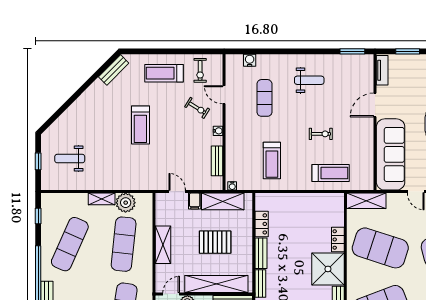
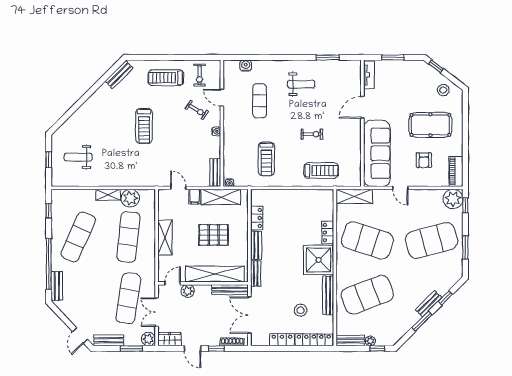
window: (352, 51) -> (328, 57), moved
bench: (217, 161) -> (215, 173), moved

